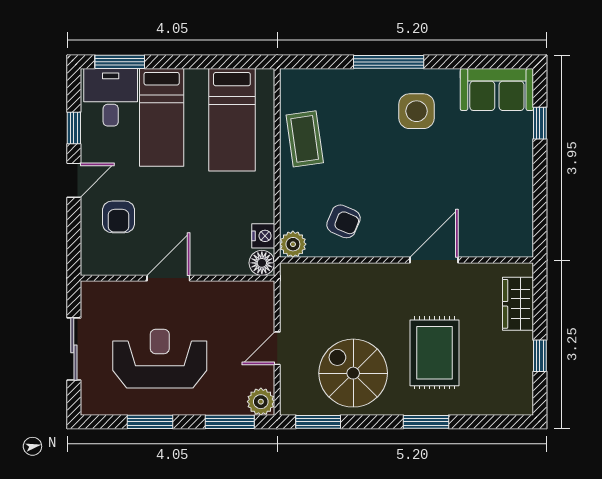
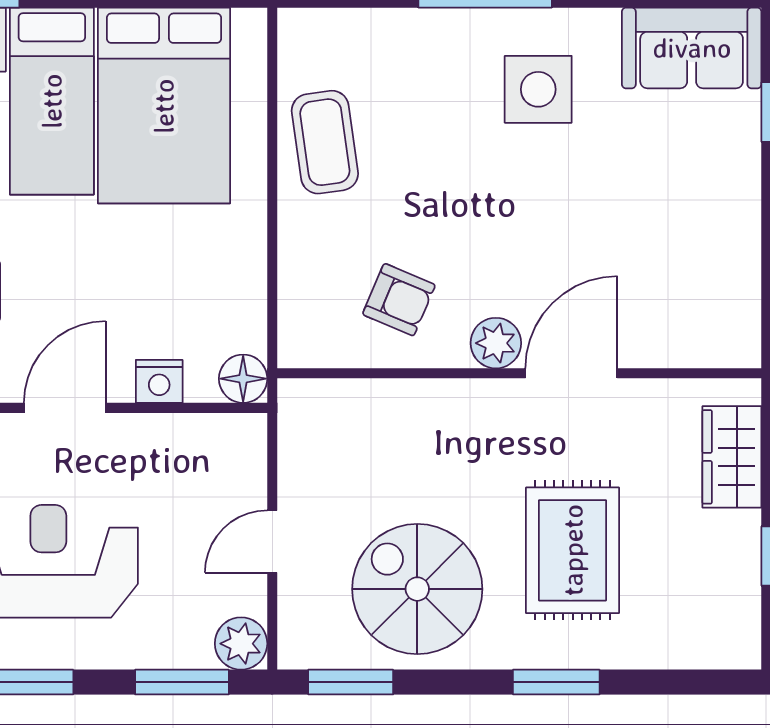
bed: (232, 120) -> (164, 106), width x1.50
nightstand: (263, 236) -> (159, 381), moved, turned 90
plant: (293, 244) -> (496, 343), moved

